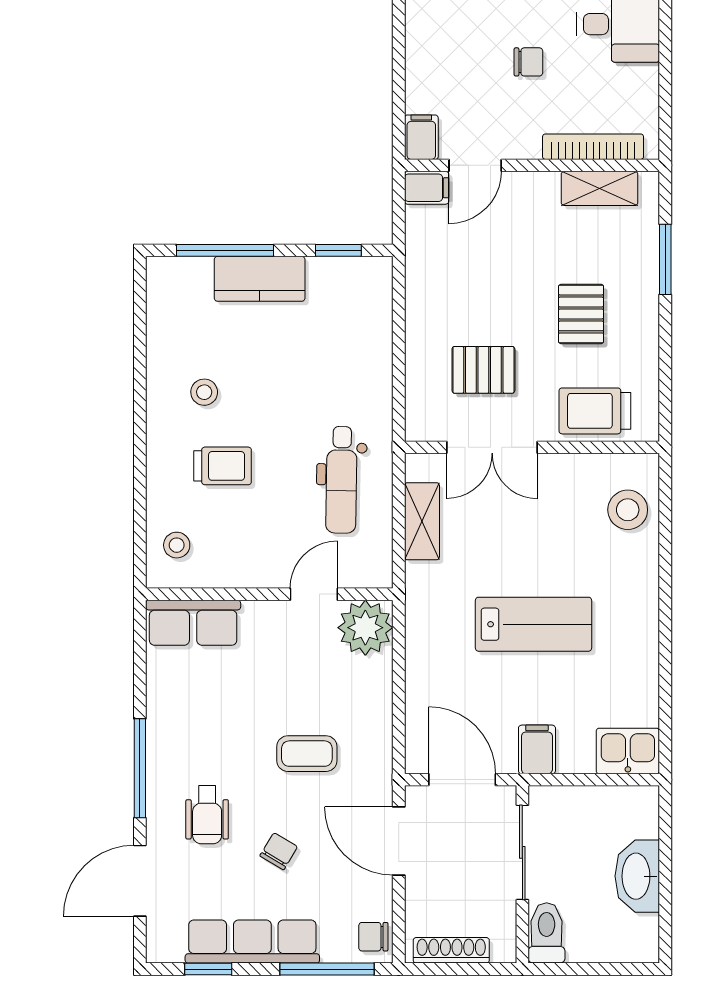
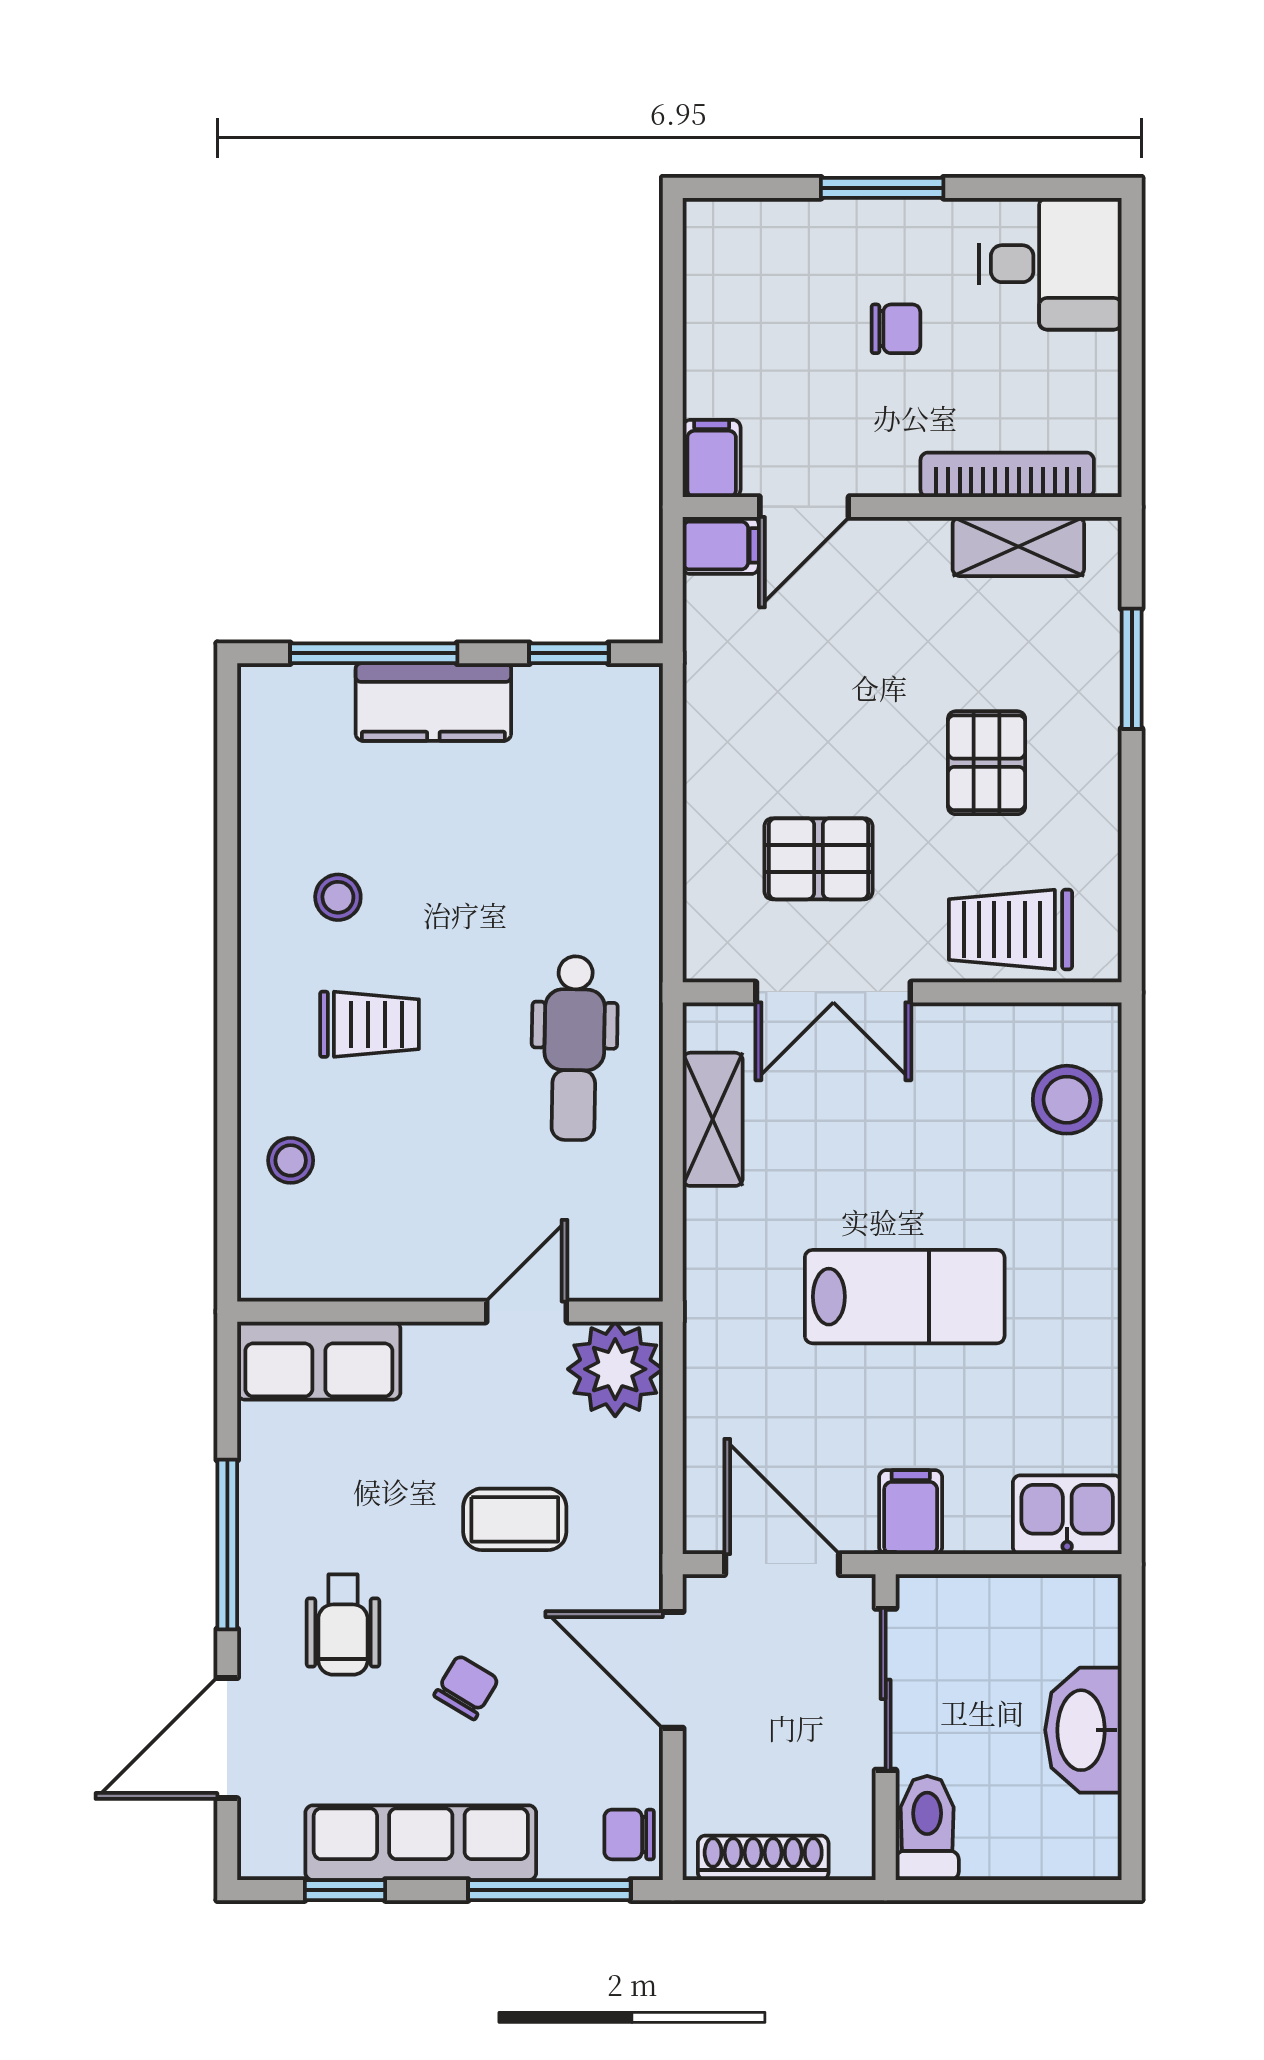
wall: (269, 594) -> (450, 1312), moved
door: (314, 594) -> (527, 1312), moved
row of seats: (193, 623) -> (319, 1361), moved
plant: (365, 628) -> (615, 1369), moved

